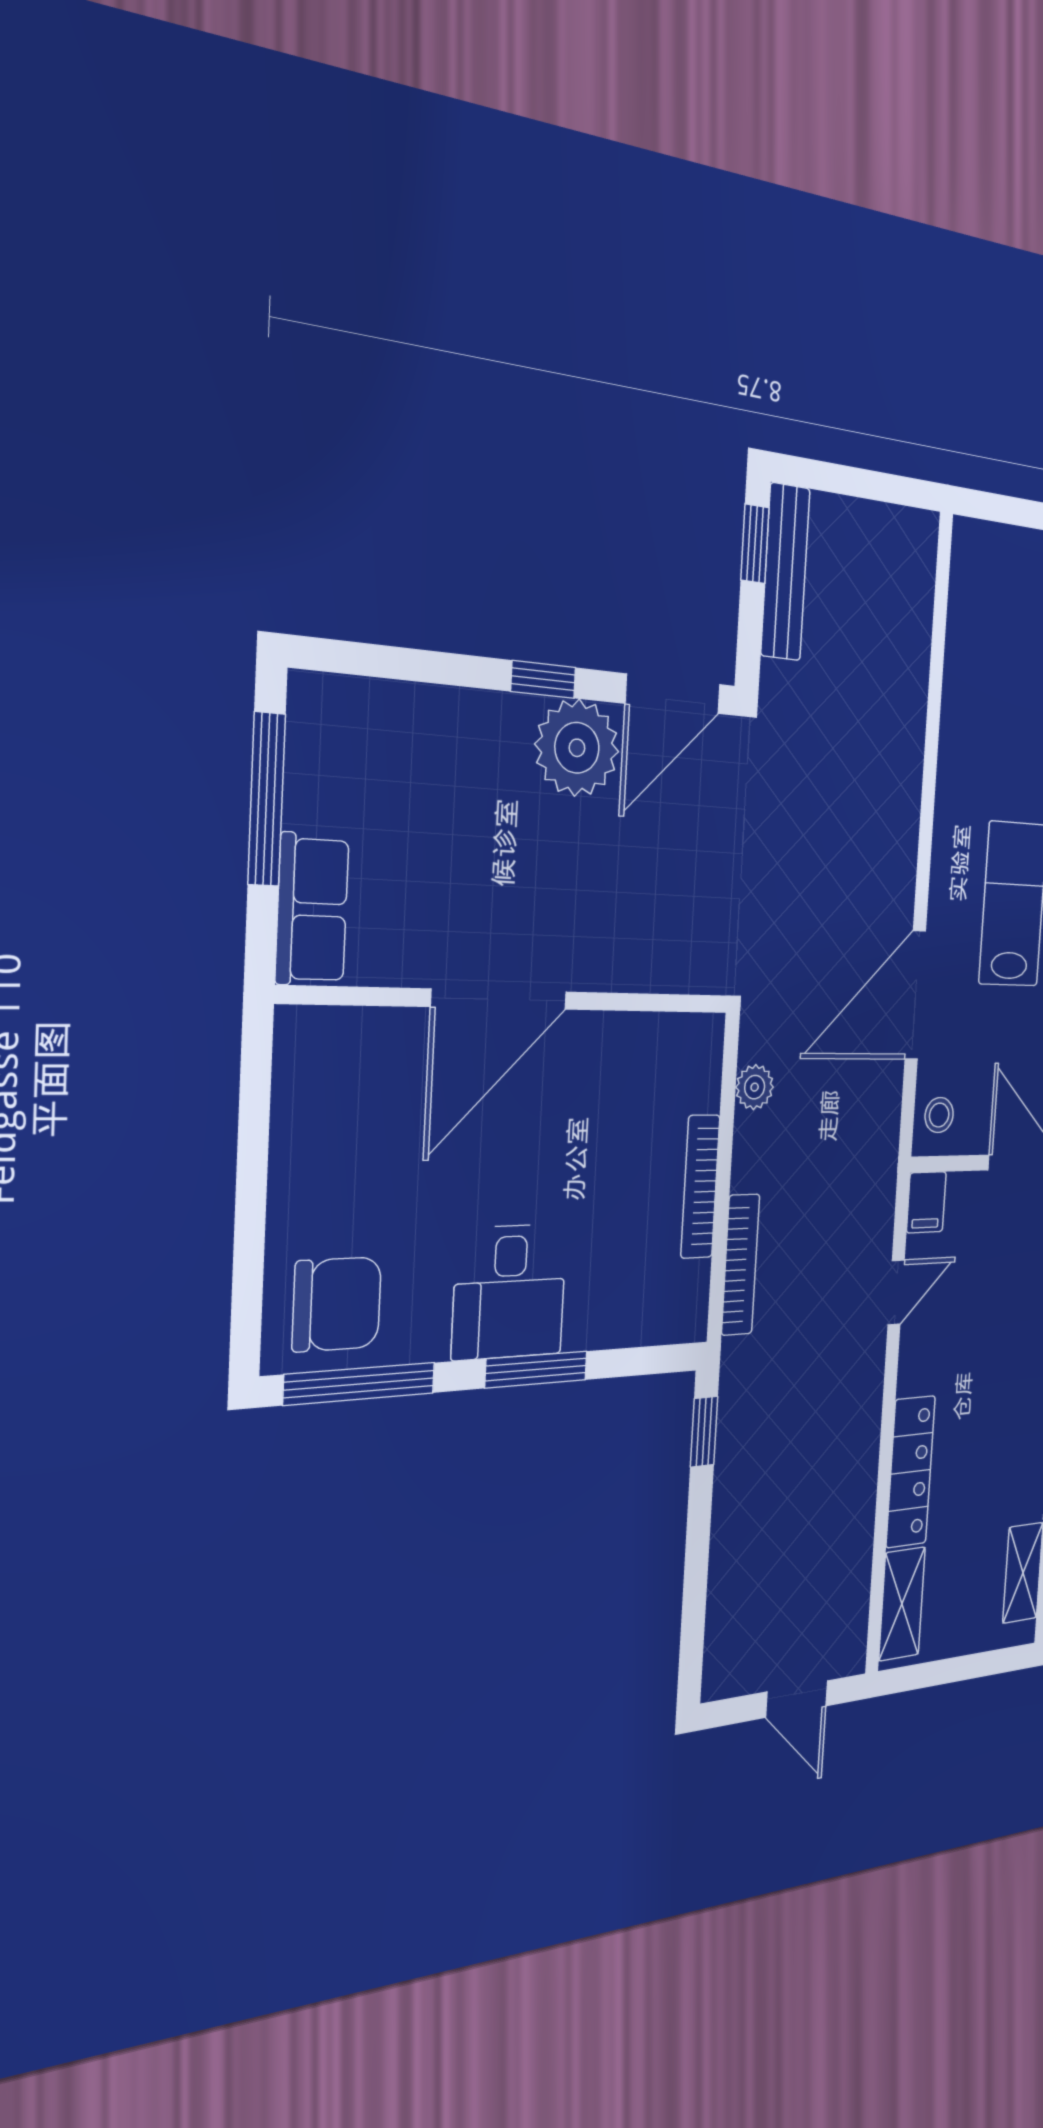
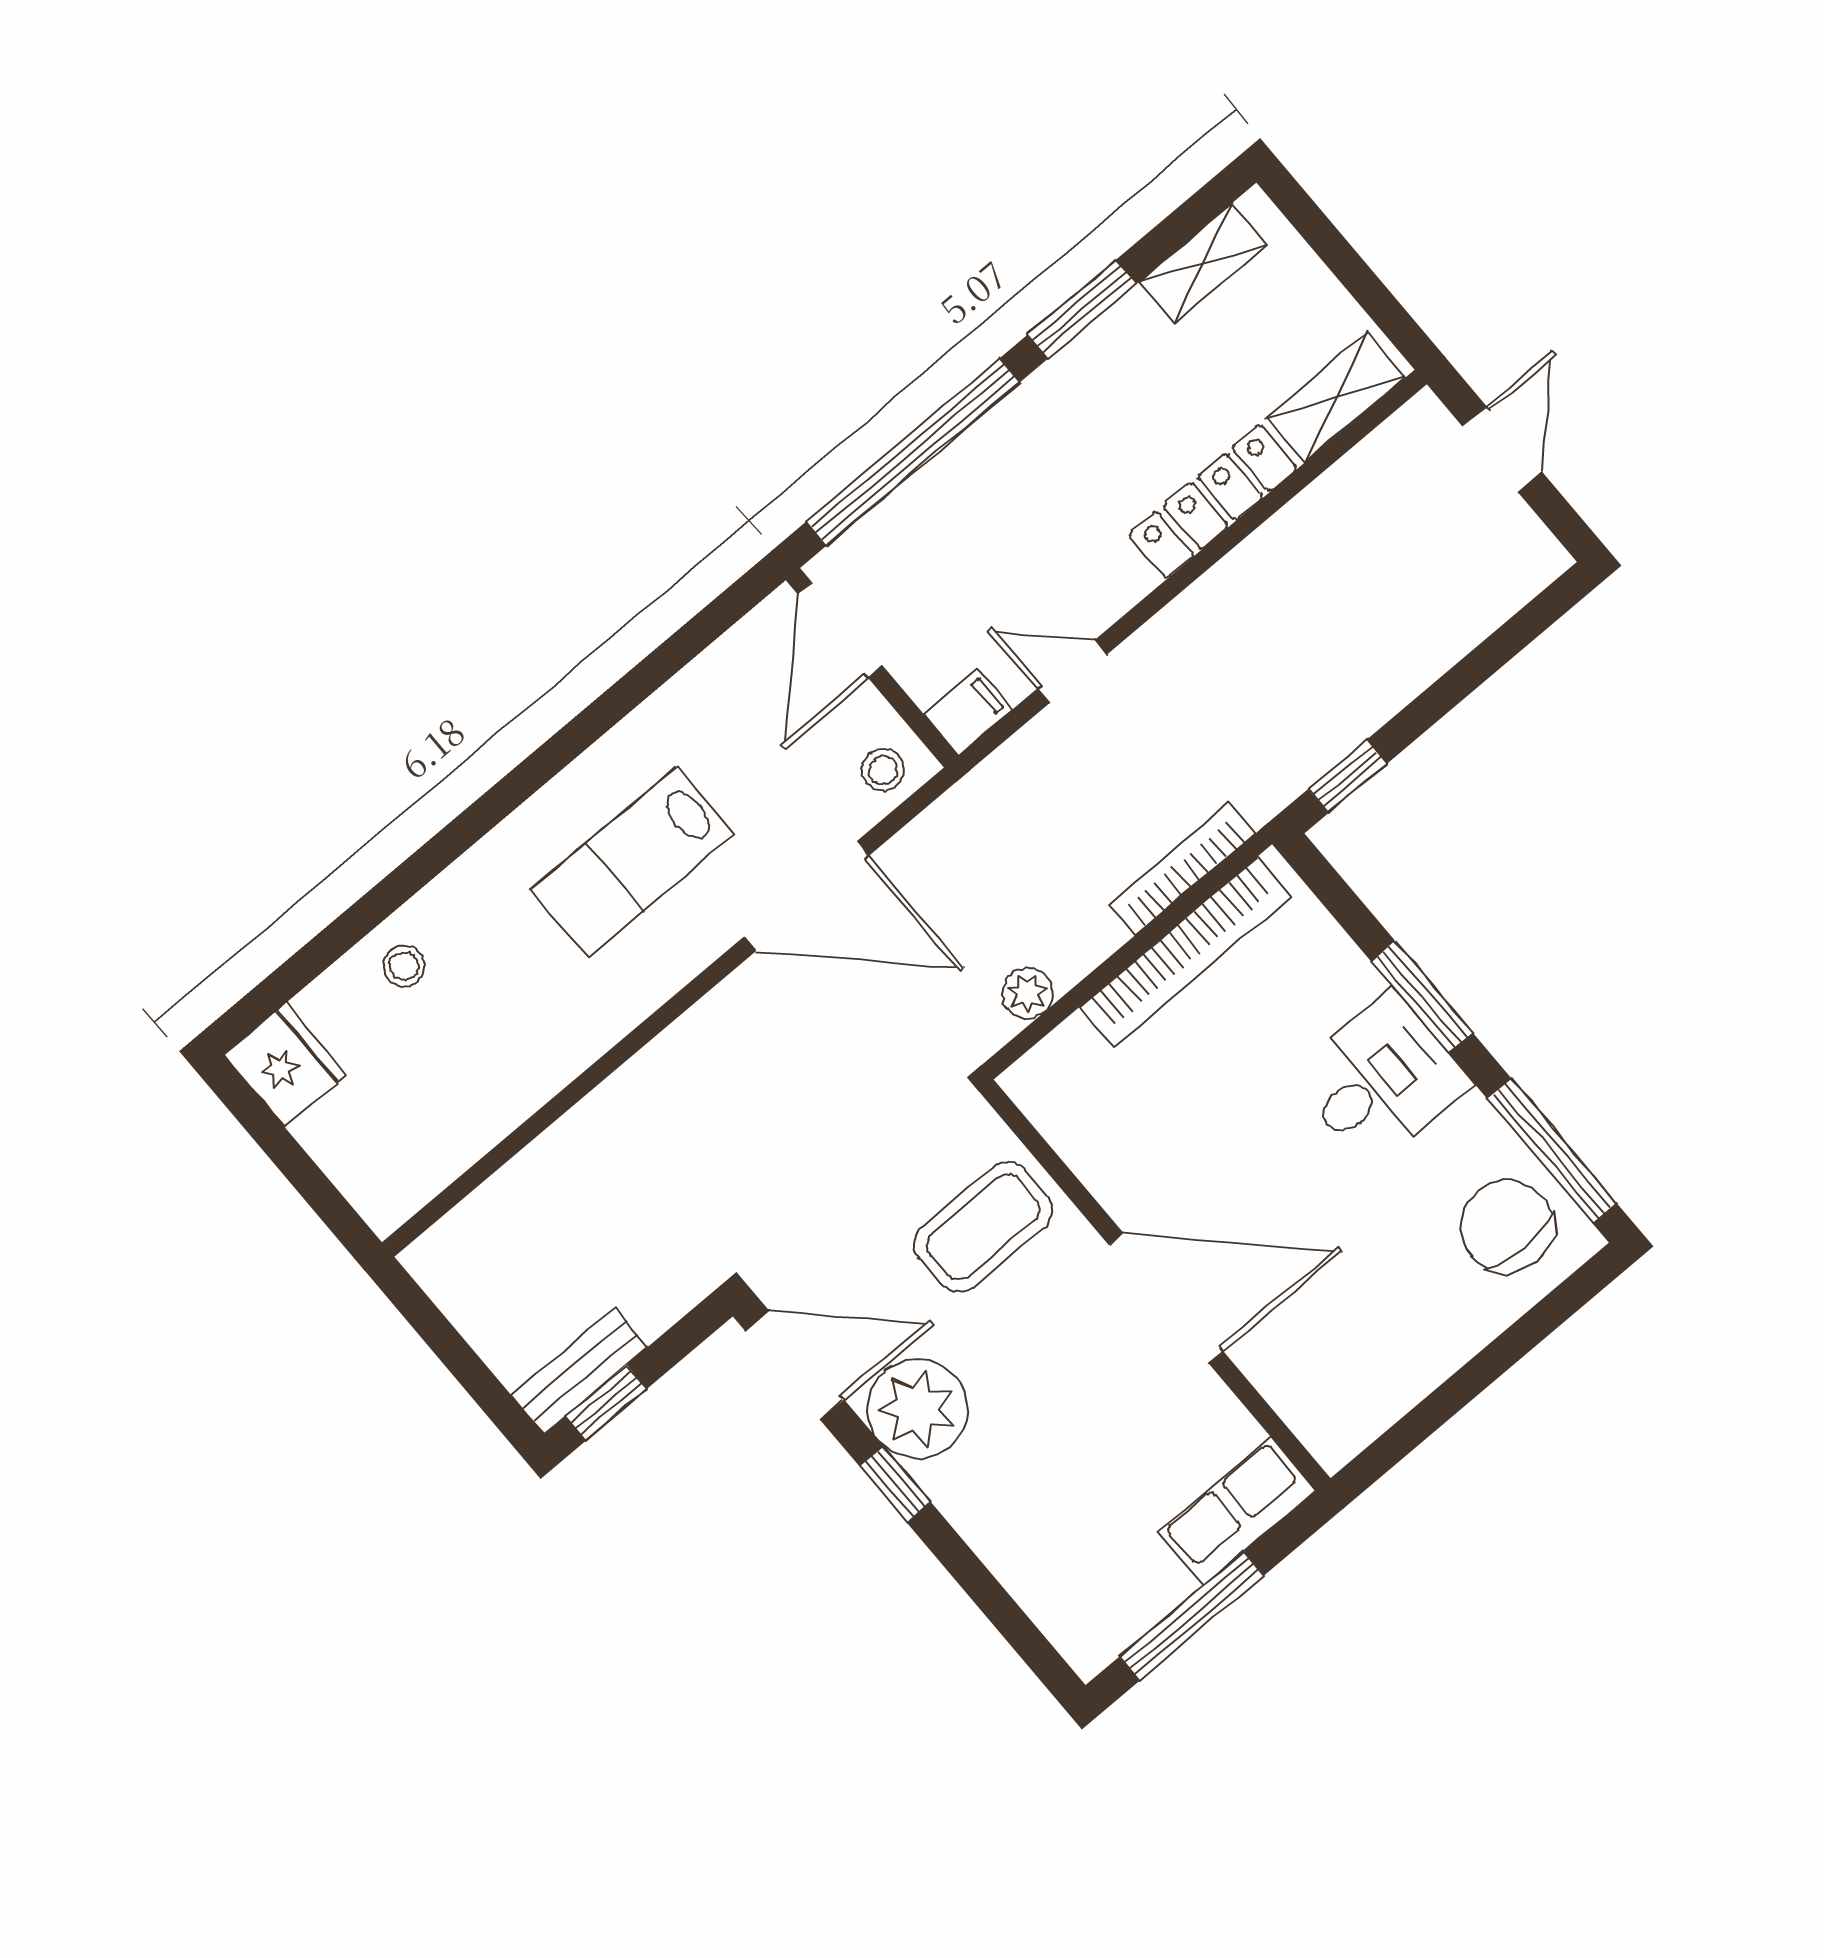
bench: (785, 572) -> (579, 1371), width x0.73
coffee table: (648, 914) -> (983, 1227), added
bookcase: (700, 1187) -> (1185, 952), width x1.48, depth x1.31

